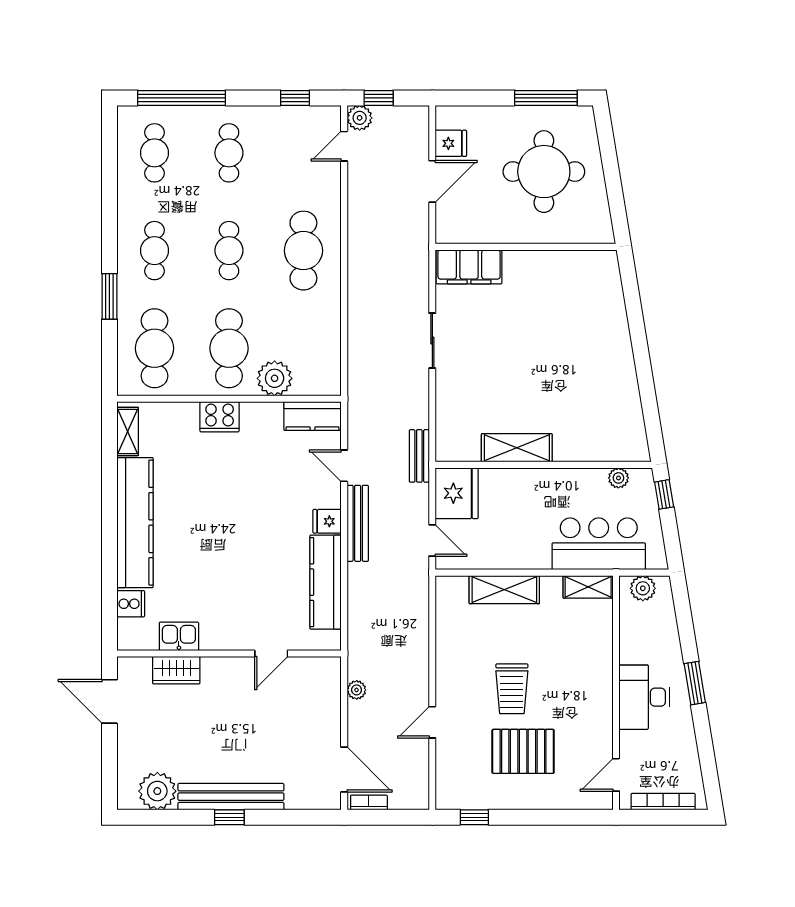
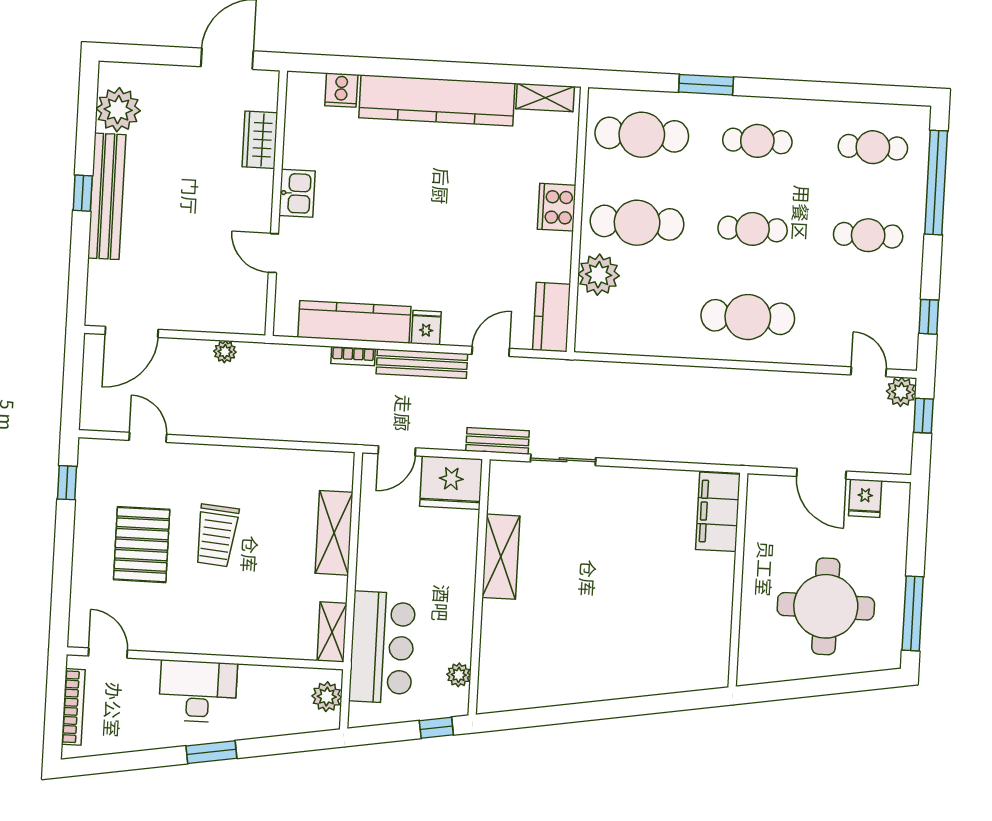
sliding door: (432, 341) -> (563, 460), moved
kitchen sink: (179, 636) -> (297, 193), moved
trolley: (512, 689) -> (216, 535), turned -85
door: (432, 722) -> (148, 437), moved
bookcase: (369, 802) -> (353, 356), moved, turned 90

